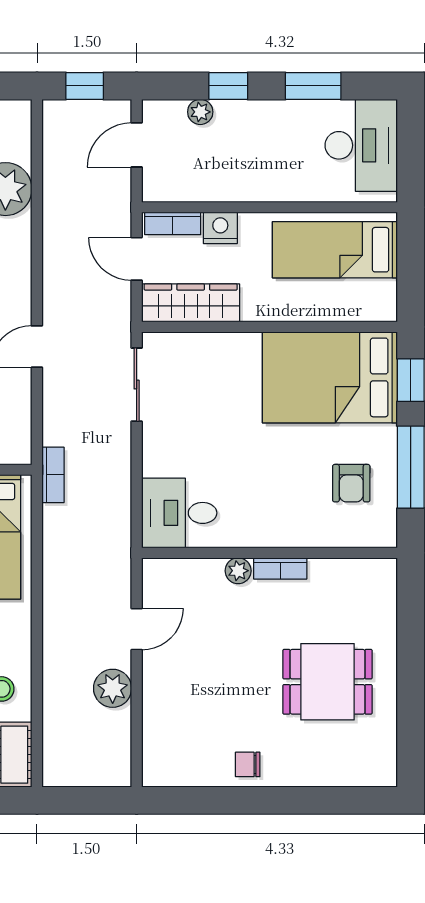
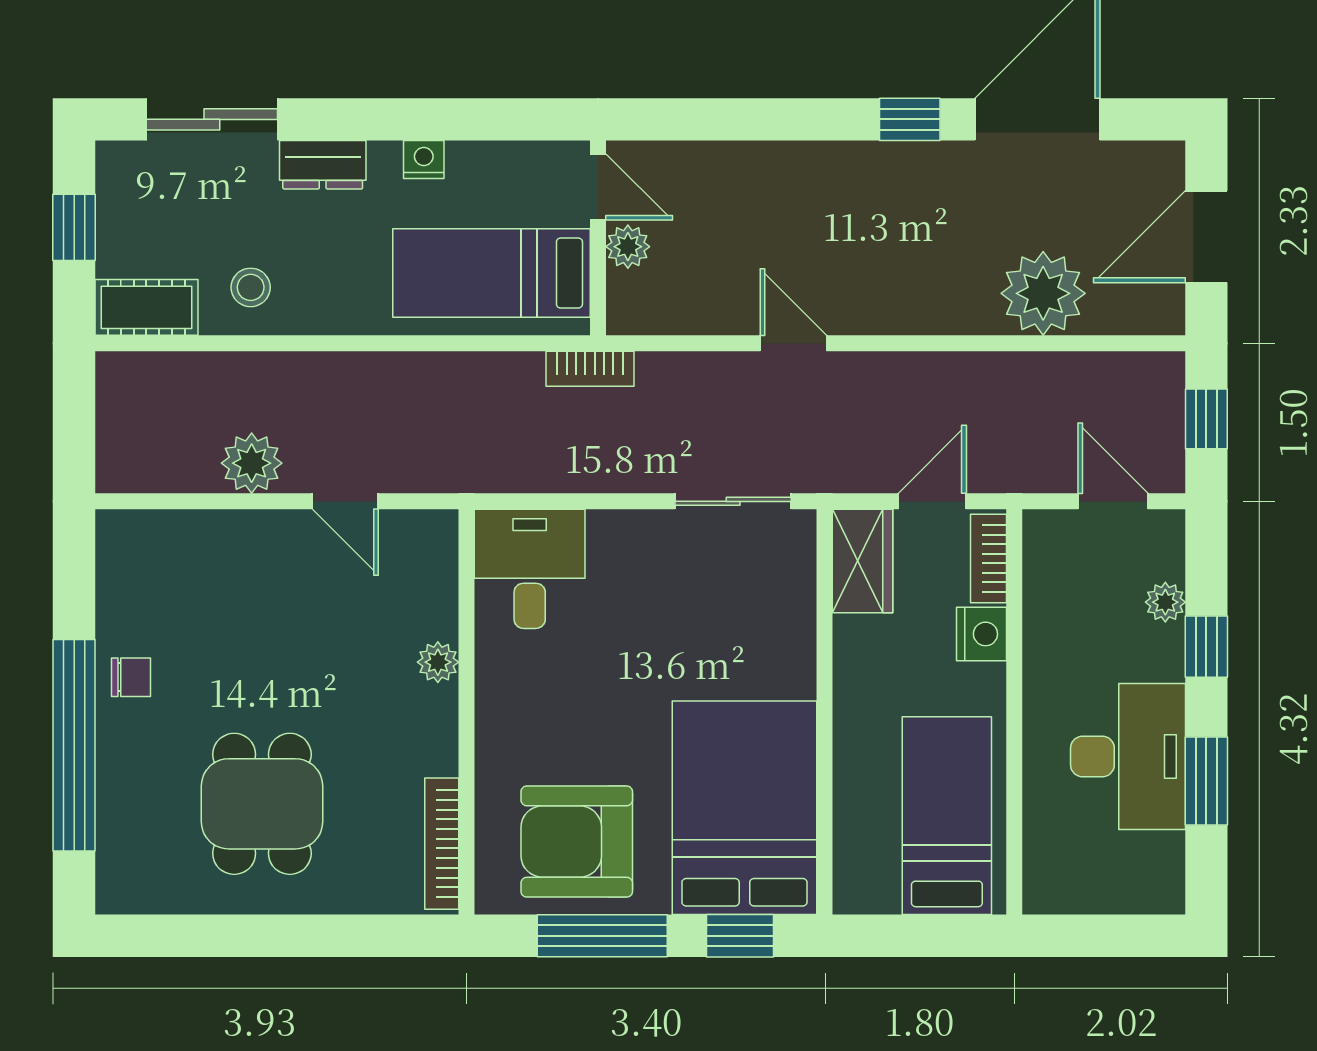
desk: (361, 145) -> (1128, 757), moved, turned -90
wardrobe: (191, 303) -> (863, 561), width x0.67
armchair: (351, 483) -> (577, 842), width x1.88, depth x1.88
bookcase: (280, 568) -> (442, 844), moved, width x1.56
chair: (248, 764) -> (131, 677), turned 90
window: (291, 800) -> (74, 745), added

